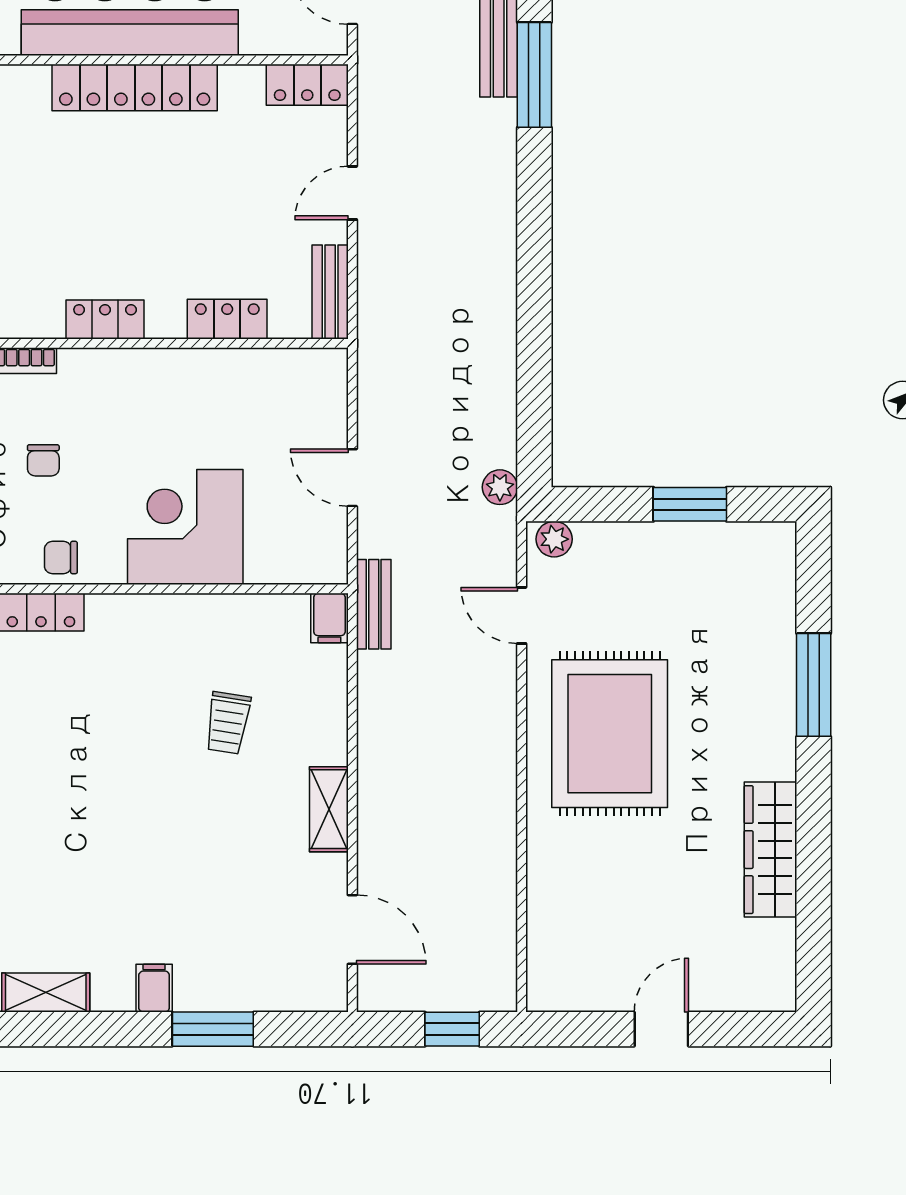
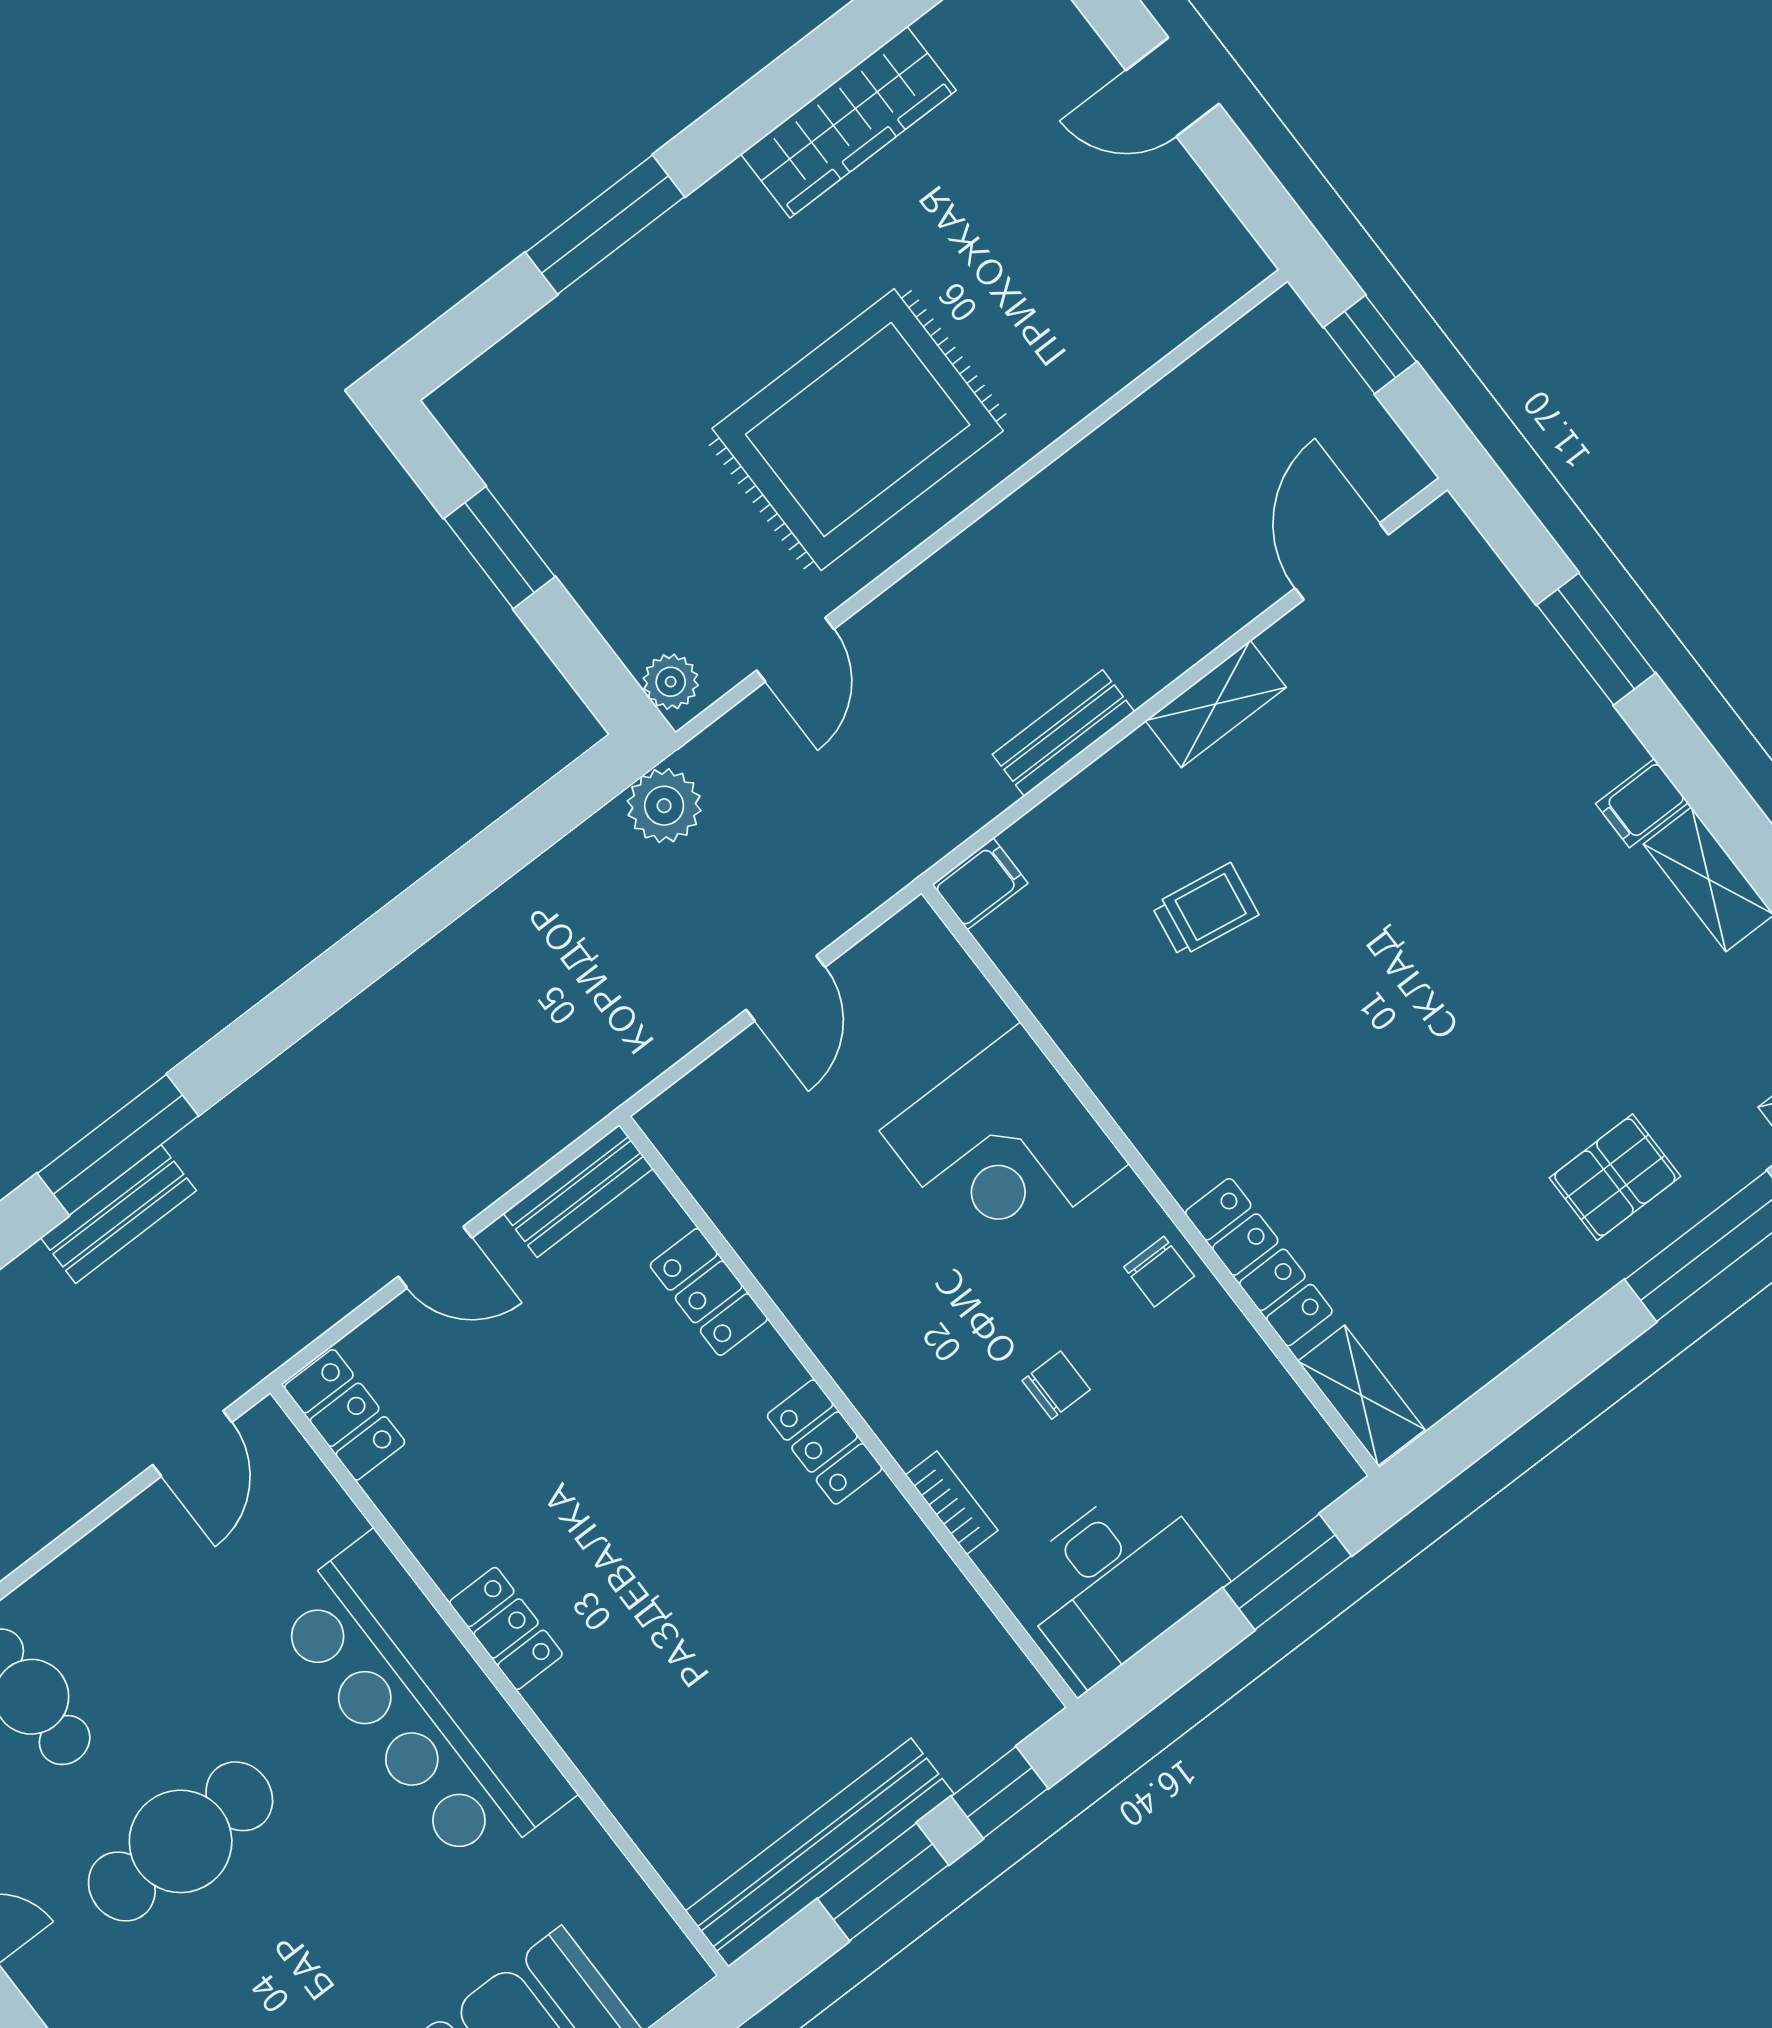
locker: (135, 87) -> (506, 1628), width x0.46, depth x0.83
plant: (500, 487) -> (664, 806), width x1.38, depth x1.38
bench: (374, 604) -> (1064, 733), moved
filing cabinet: (154, 988) -> (1642, 803), moved

